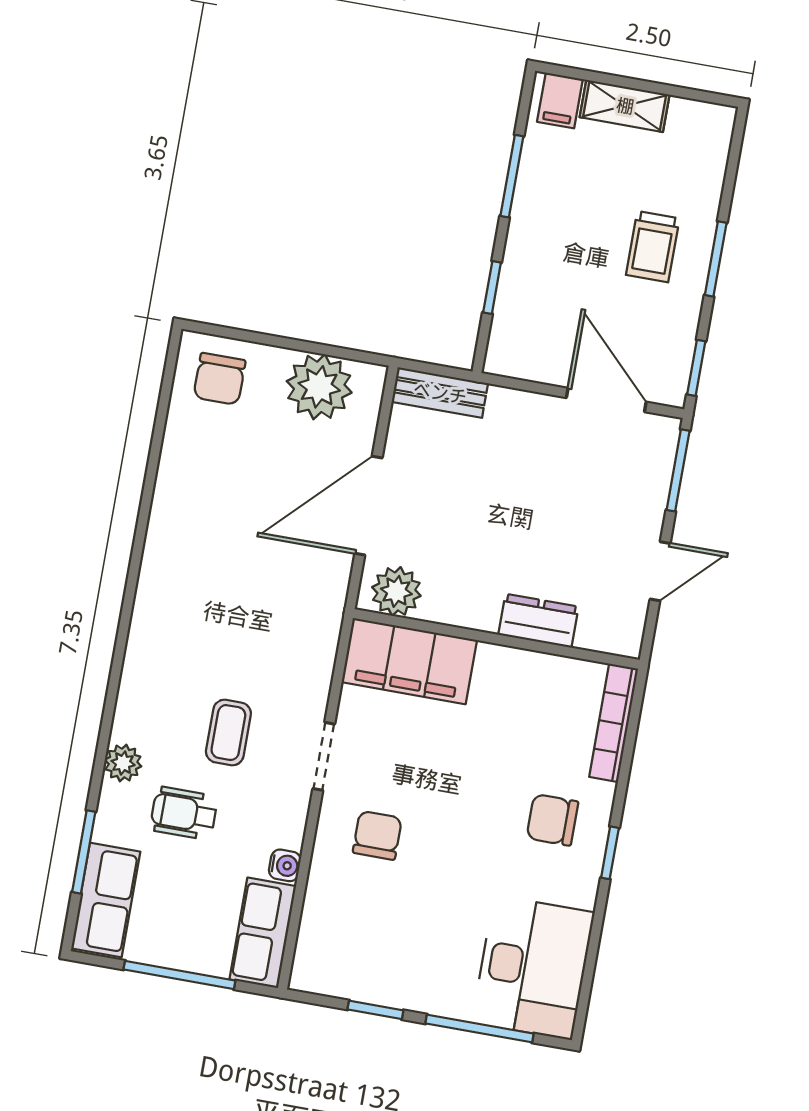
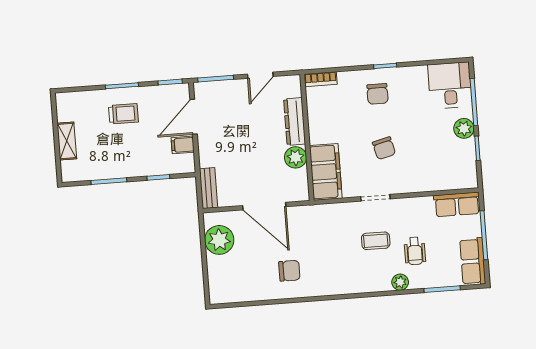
filing cabinet: (560, 100) -> (183, 145), moved, turned 180
chair: (219, 379) -> (289, 271), moved
door: (660, 571) -> (260, 75), swing flipped
plant: (396, 591) -> (296, 157), moved
dresser: (538, 621) -> (295, 121), width x1.44
bookcase: (614, 723) -> (321, 79), width x0.64
chair: (377, 835) -> (384, 148), moved, turned -104
water cooler: (285, 865) -> (426, 202), removed
row of seats: (106, 900) -> (473, 261), moved, turned -90
desk: (533, 967) -> (450, 85), width x0.73
plant: (427, 991) -> (464, 128), added

